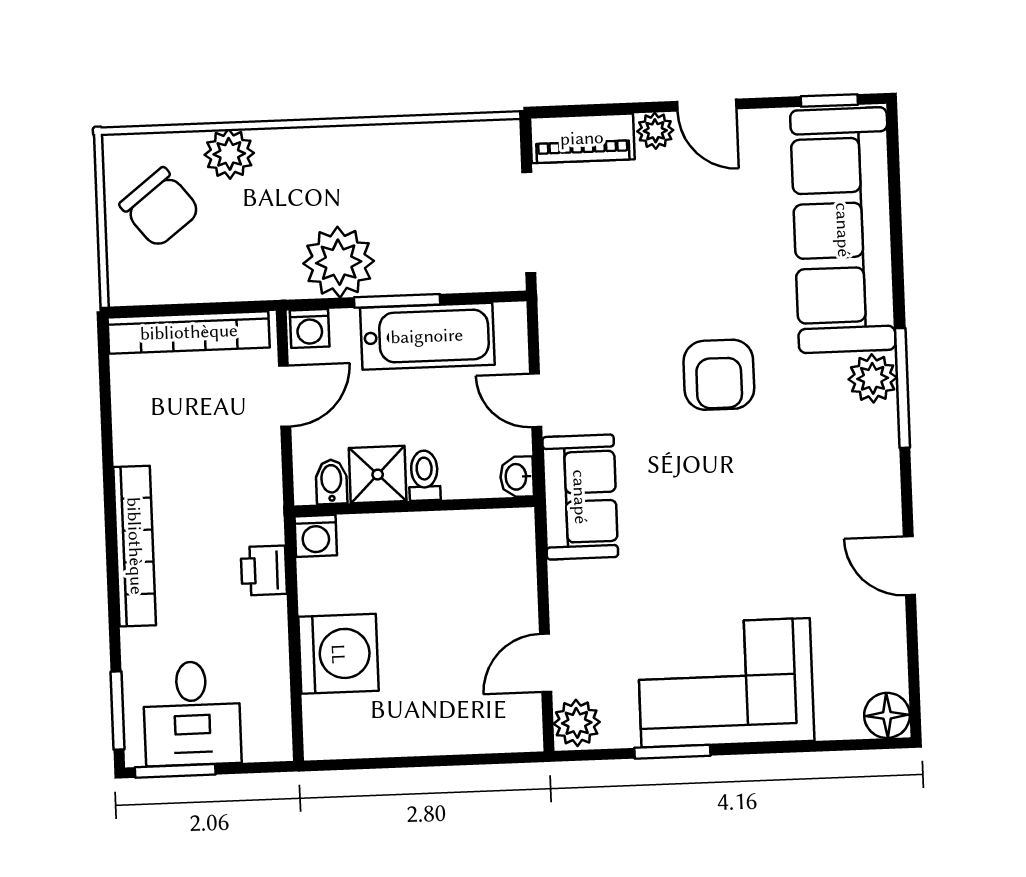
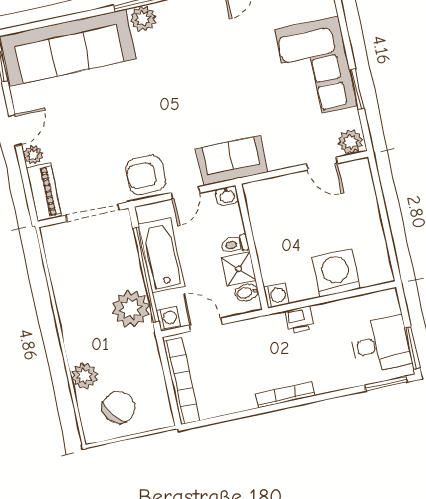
window: (397, 301) -> (146, 275), width x2.11
armchair: (719, 375) -> (146, 175), moved, turned 180
bookcase: (135, 546) -> (285, 395), width x0.68, depth x0.76

